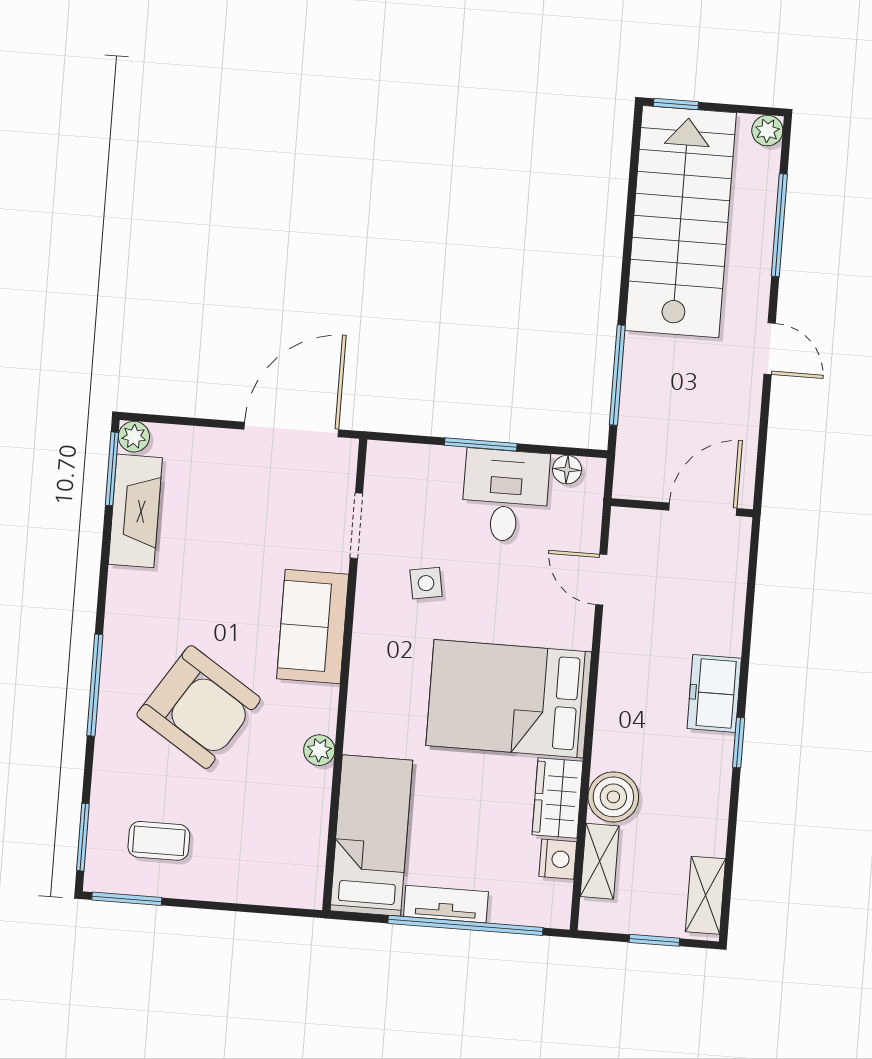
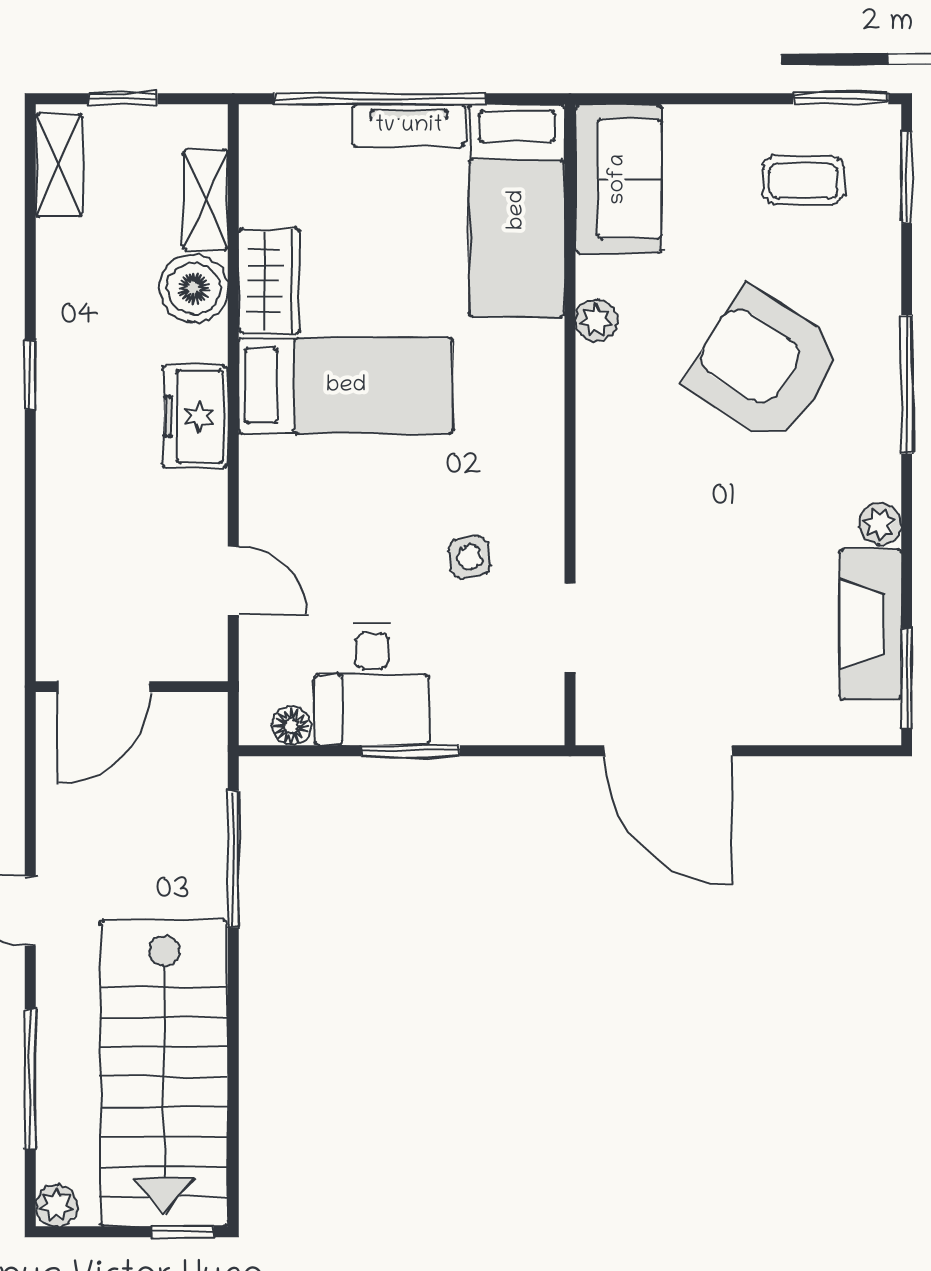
door: (291, 429) -> (668, 751), hinge flipped
plant: (134, 437) -> (880, 524), moved
sofa: (313, 626) -> (618, 179), moved
freezer: (714, 693) -> (195, 417), moved, turned 180
bed: (509, 699) -> (346, 386), width x0.67
nightstand: (558, 859) -> (262, 198), removed

